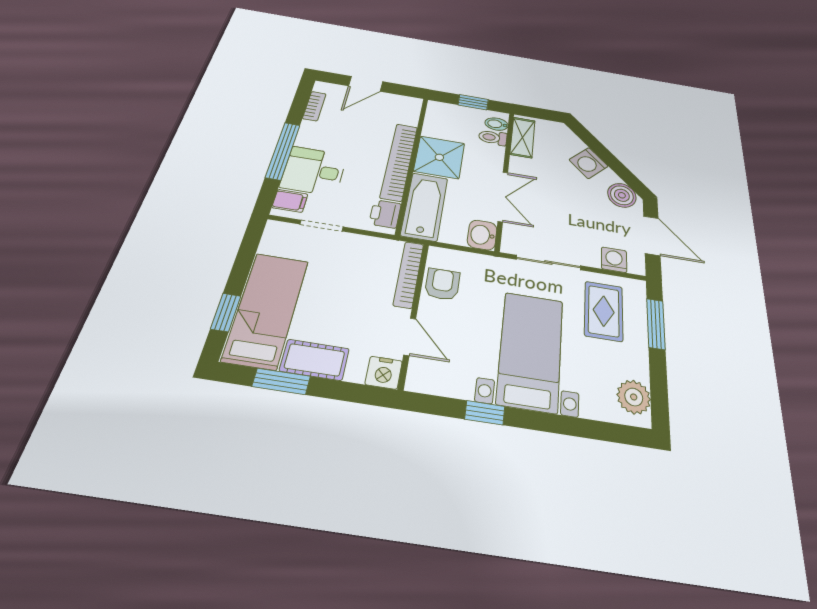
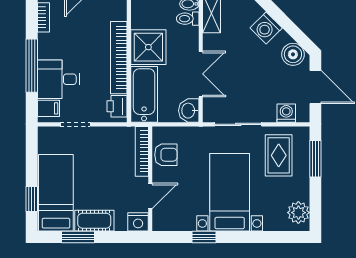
armchair: (442, 284) -> (166, 155), turned 90
door: (410, 337) -> (150, 196), hinge flipped

